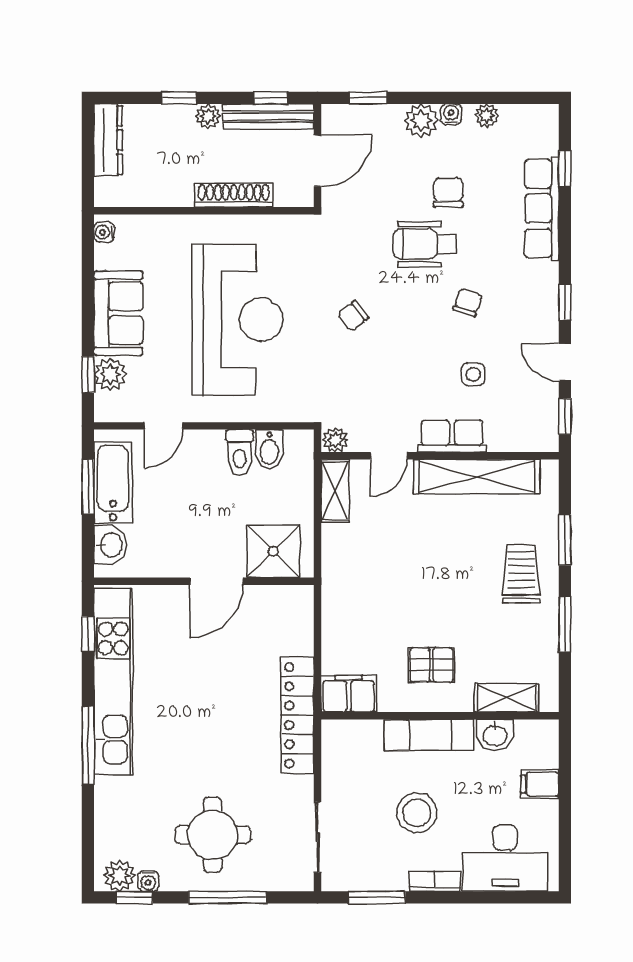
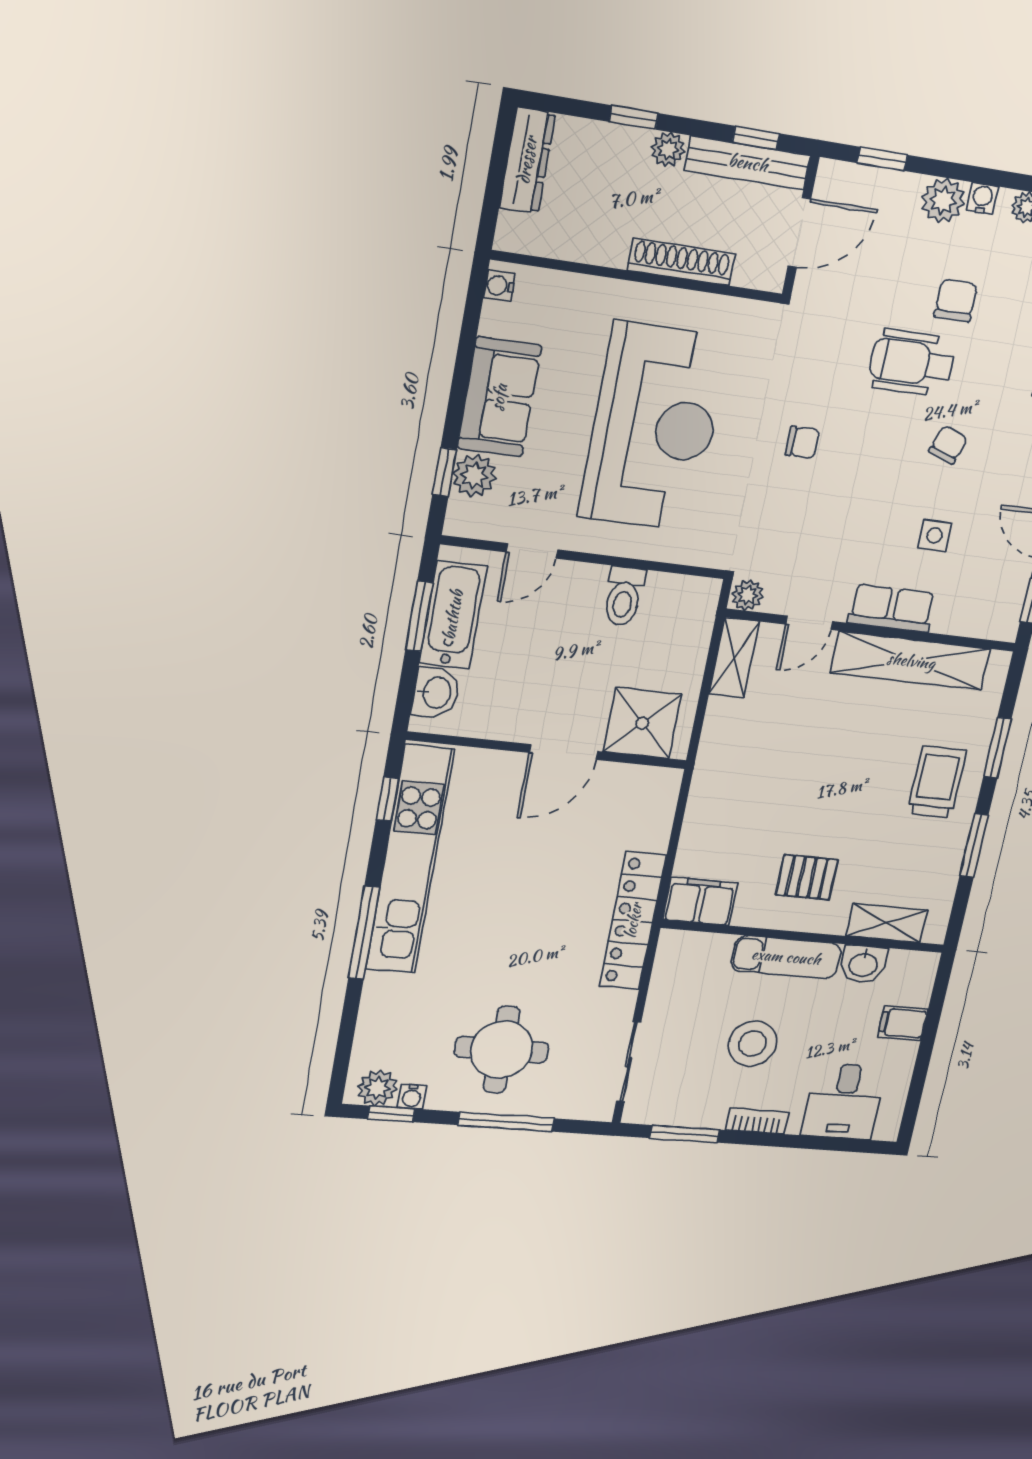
chair: (353, 316) -> (802, 442), turned -141
bidet: (269, 449) -> (662, 597), removed
desk: (505, 858) -> (844, 1101), width x0.73

